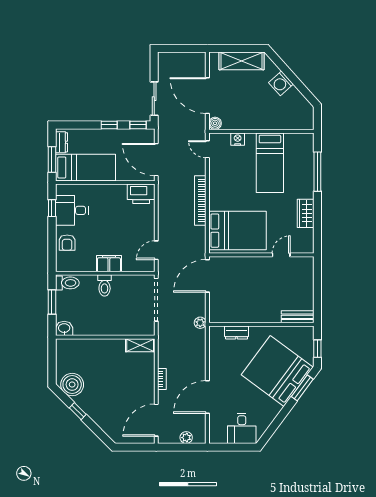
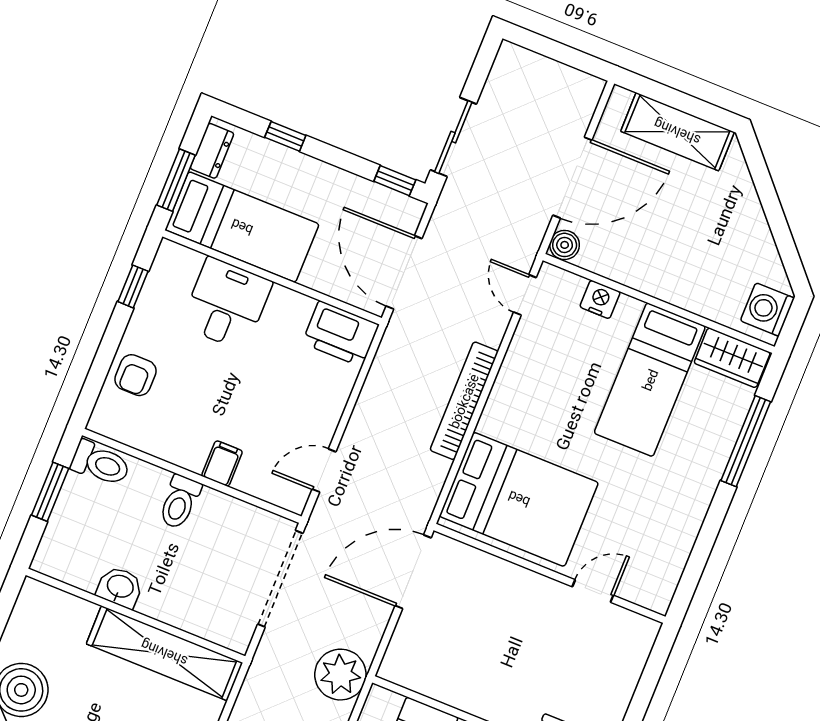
washing machine: (281, 83) -> (767, 309), moved, turned 42
door: (207, 96) -> (572, 178), swing flipped
window: (109, 125) -> (285, 136), moved
desk: (72, 210) -> (226, 304), moved, turned 90
wardrobe: (306, 213) -> (732, 358), moved, turned -90
filing cabinet: (109, 264) -> (222, 463), width x0.50
plant: (200, 323) -> (340, 675), width x1.88, depth x1.88
washbasin: (64, 328) -> (120, 587), moved
shelving: (140, 345) -> (164, 653), width x2.20, depth x1.33

